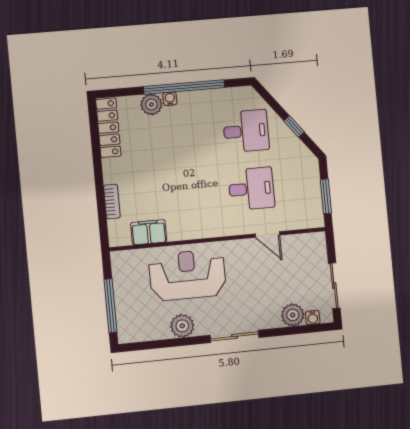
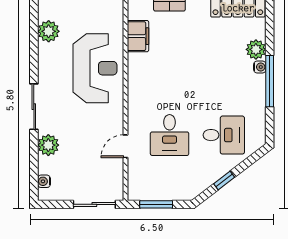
window: (184, 87) -> (270, 81), width x0.68
desk: (246, 131) -> (224, 135), turned -90
sliding door: (334, 286) -> (94, 204), moved
plant: (293, 315) -> (48, 145), moved
plant: (182, 326) -> (49, 31), moved

